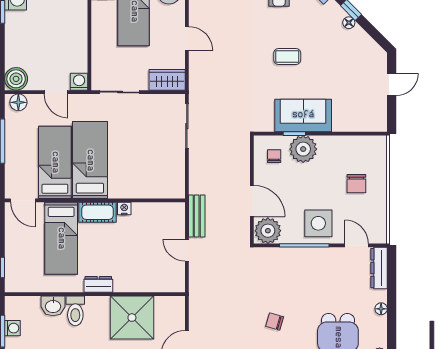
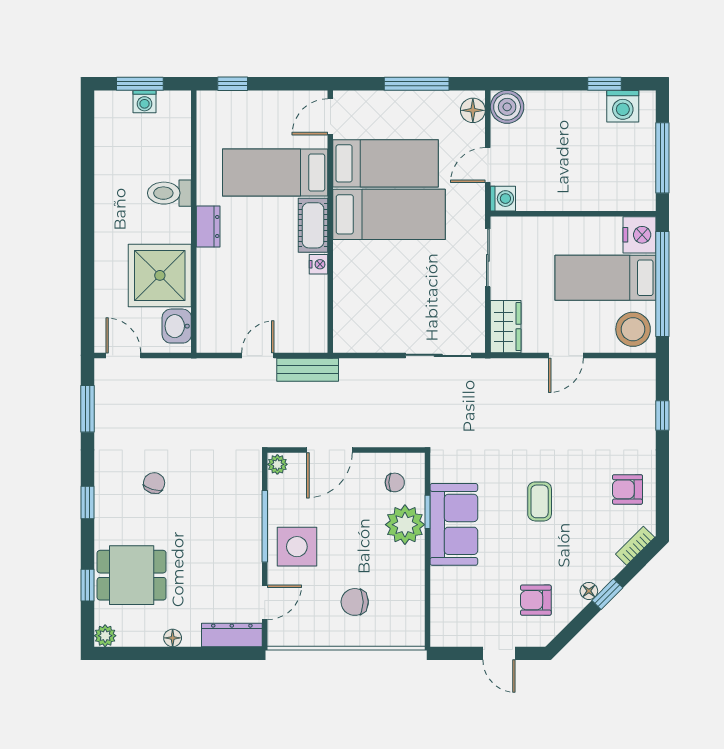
armchair: (355, 59) -> (536, 600), added
plant: (268, 231) -> (277, 464), width x0.53, depth x0.53
washbasin: (53, 306) -> (177, 326), moved

